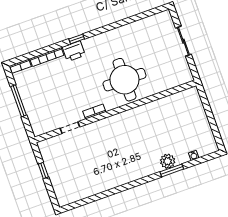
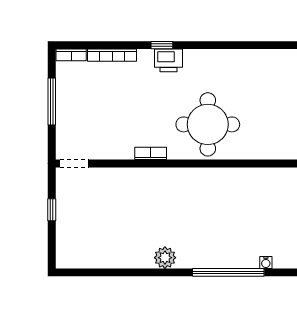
printer: (74, 51) -> (169, 60), moved
doorway: (70, 128) -> (74, 164), moved
plant: (168, 161) -> (165, 258), moved
window: (172, 170) -> (228, 272), width x2.11

